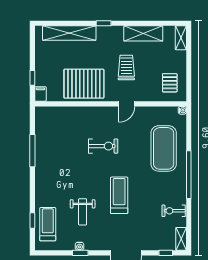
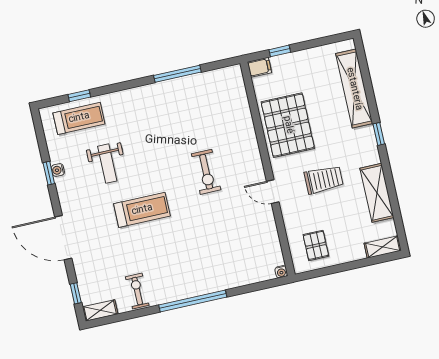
pallet: (170, 83) -> (316, 245), turned 90
exercise mat: (164, 148) -> (222, 258), removed
weight bench: (83, 212) -> (107, 164), turned -90

